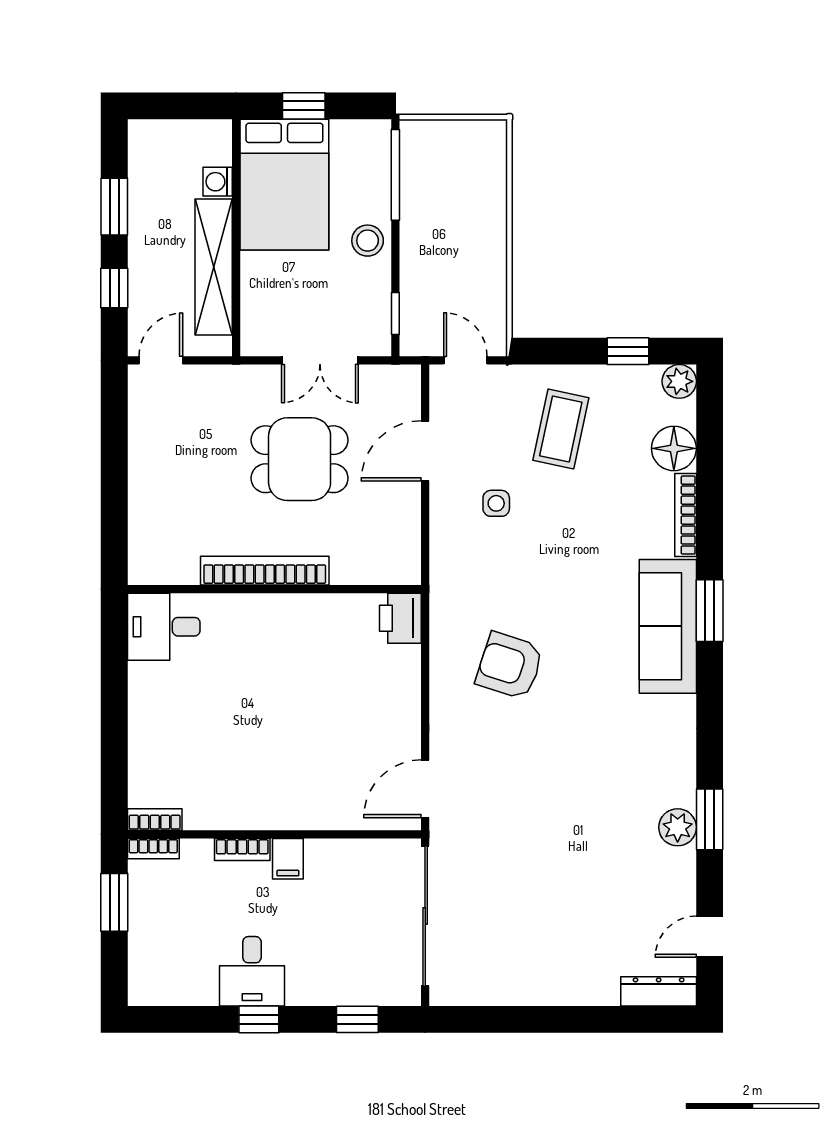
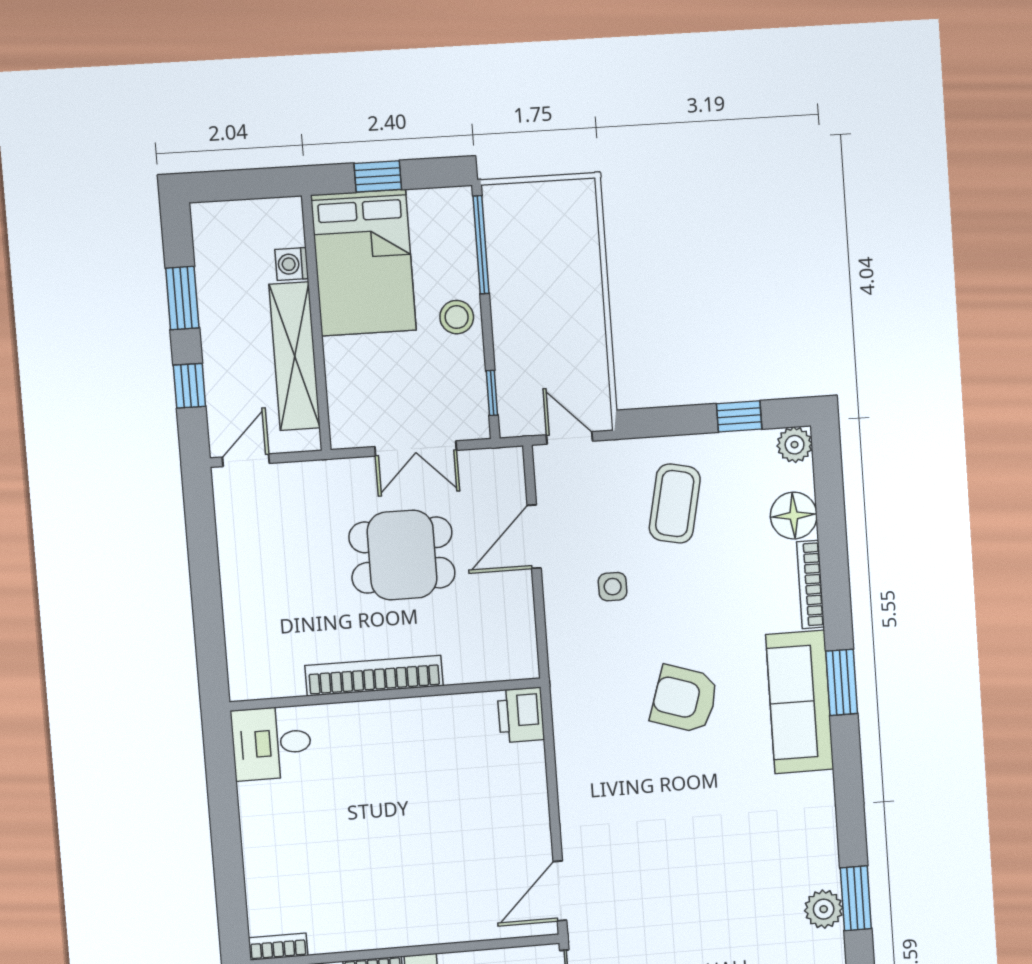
armchair: (510, 666) -> (684, 699), moved

